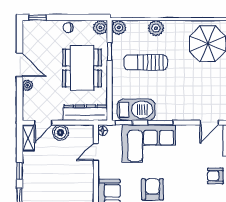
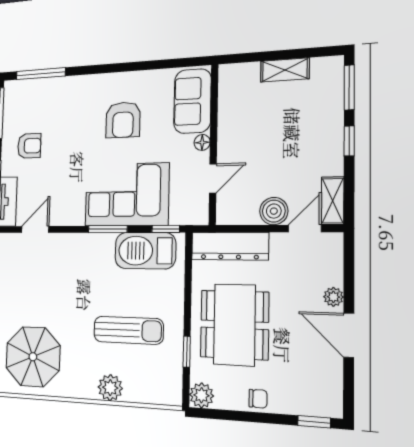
plant: (119, 27) -> (170, 393), removed
floor lamp: (103, 131) -> (202, 142), moved

